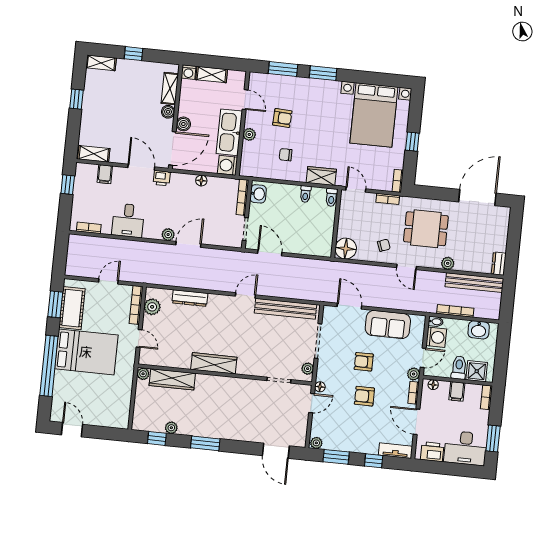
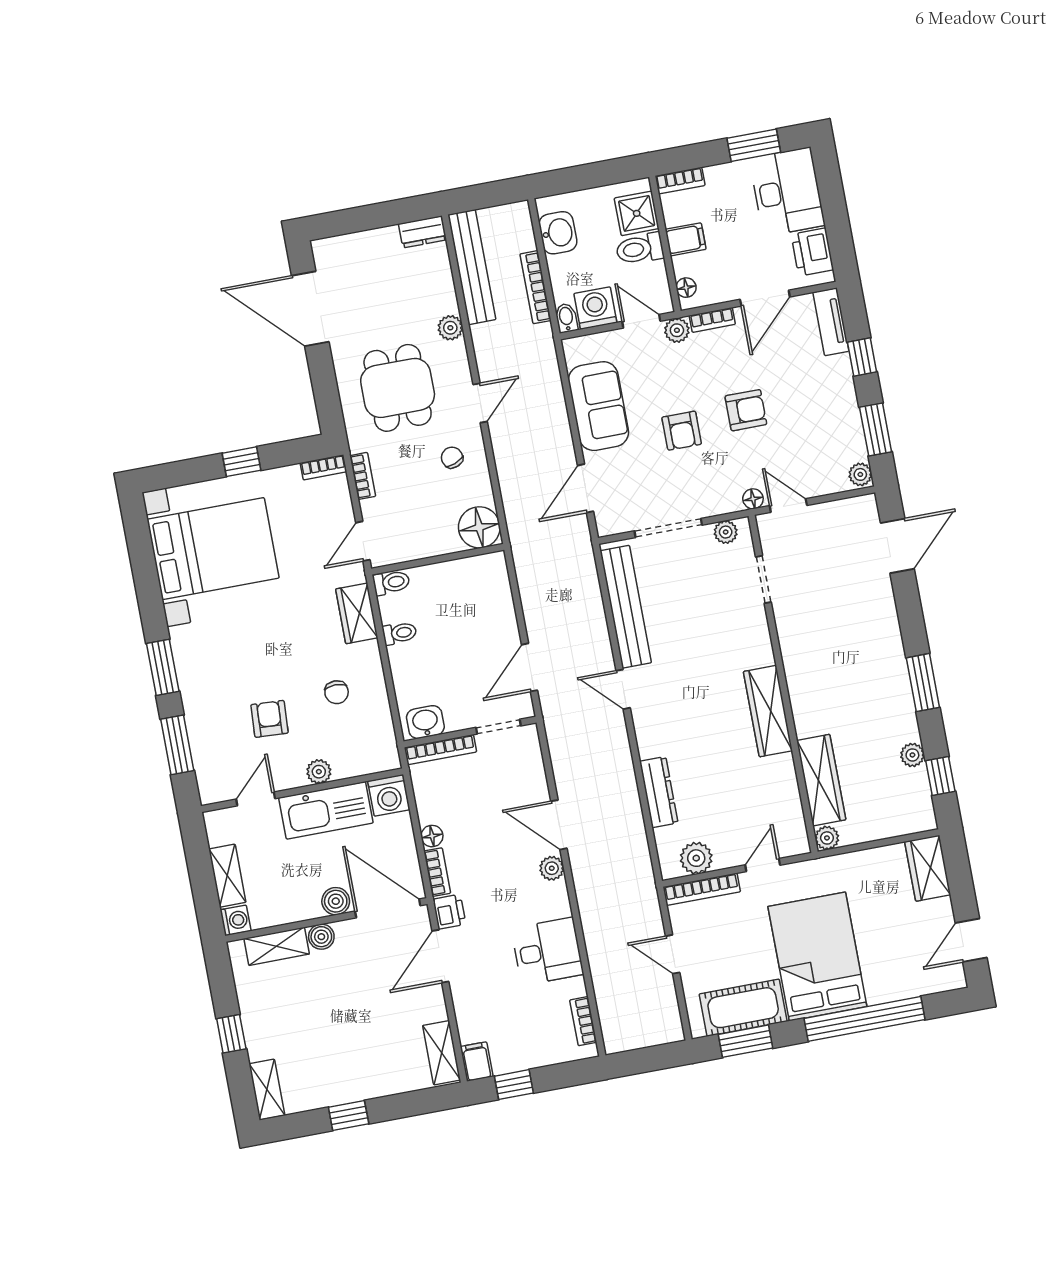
filing cabinet: (105, 174) -> (477, 1062), moved, turned -90
bookcase: (183, 178) -> (437, 872), added
armchair: (364, 396) -> (746, 410), turned -90
wardrobe: (114, 419) -> (928, 868), added

